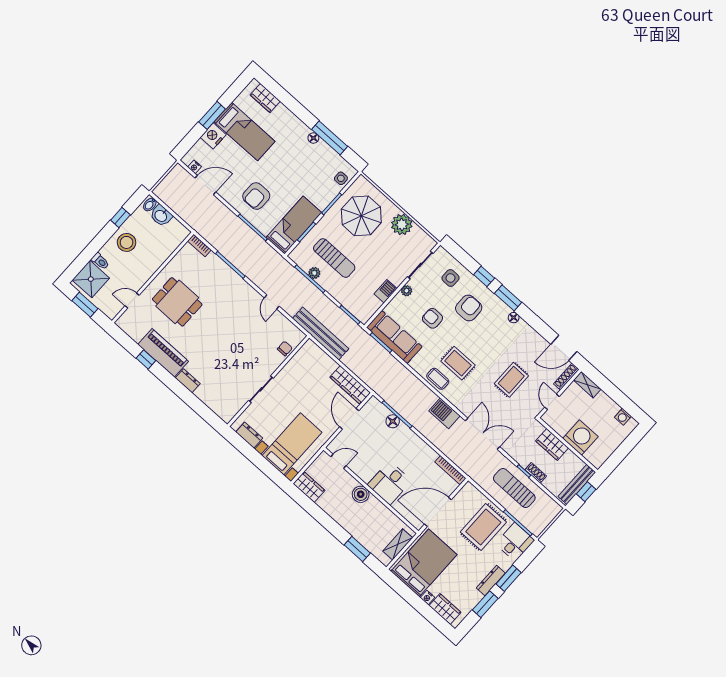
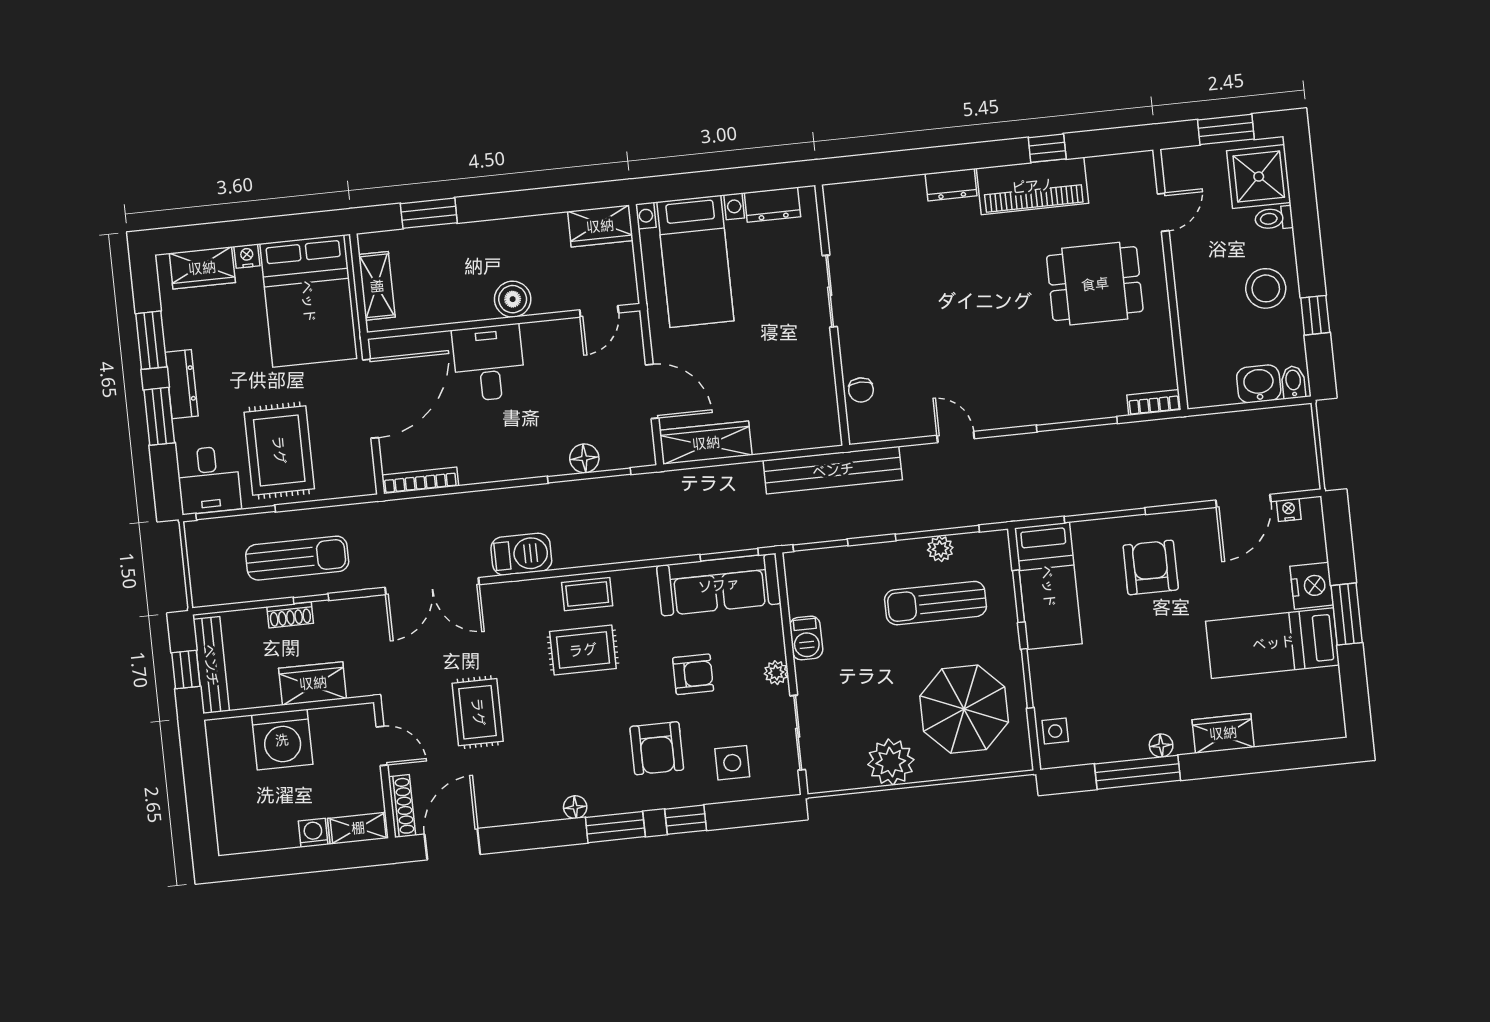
wardrobe: (265, 98) -> (1223, 733), moved
washing machine: (623, 417) -> (313, 833), moved

